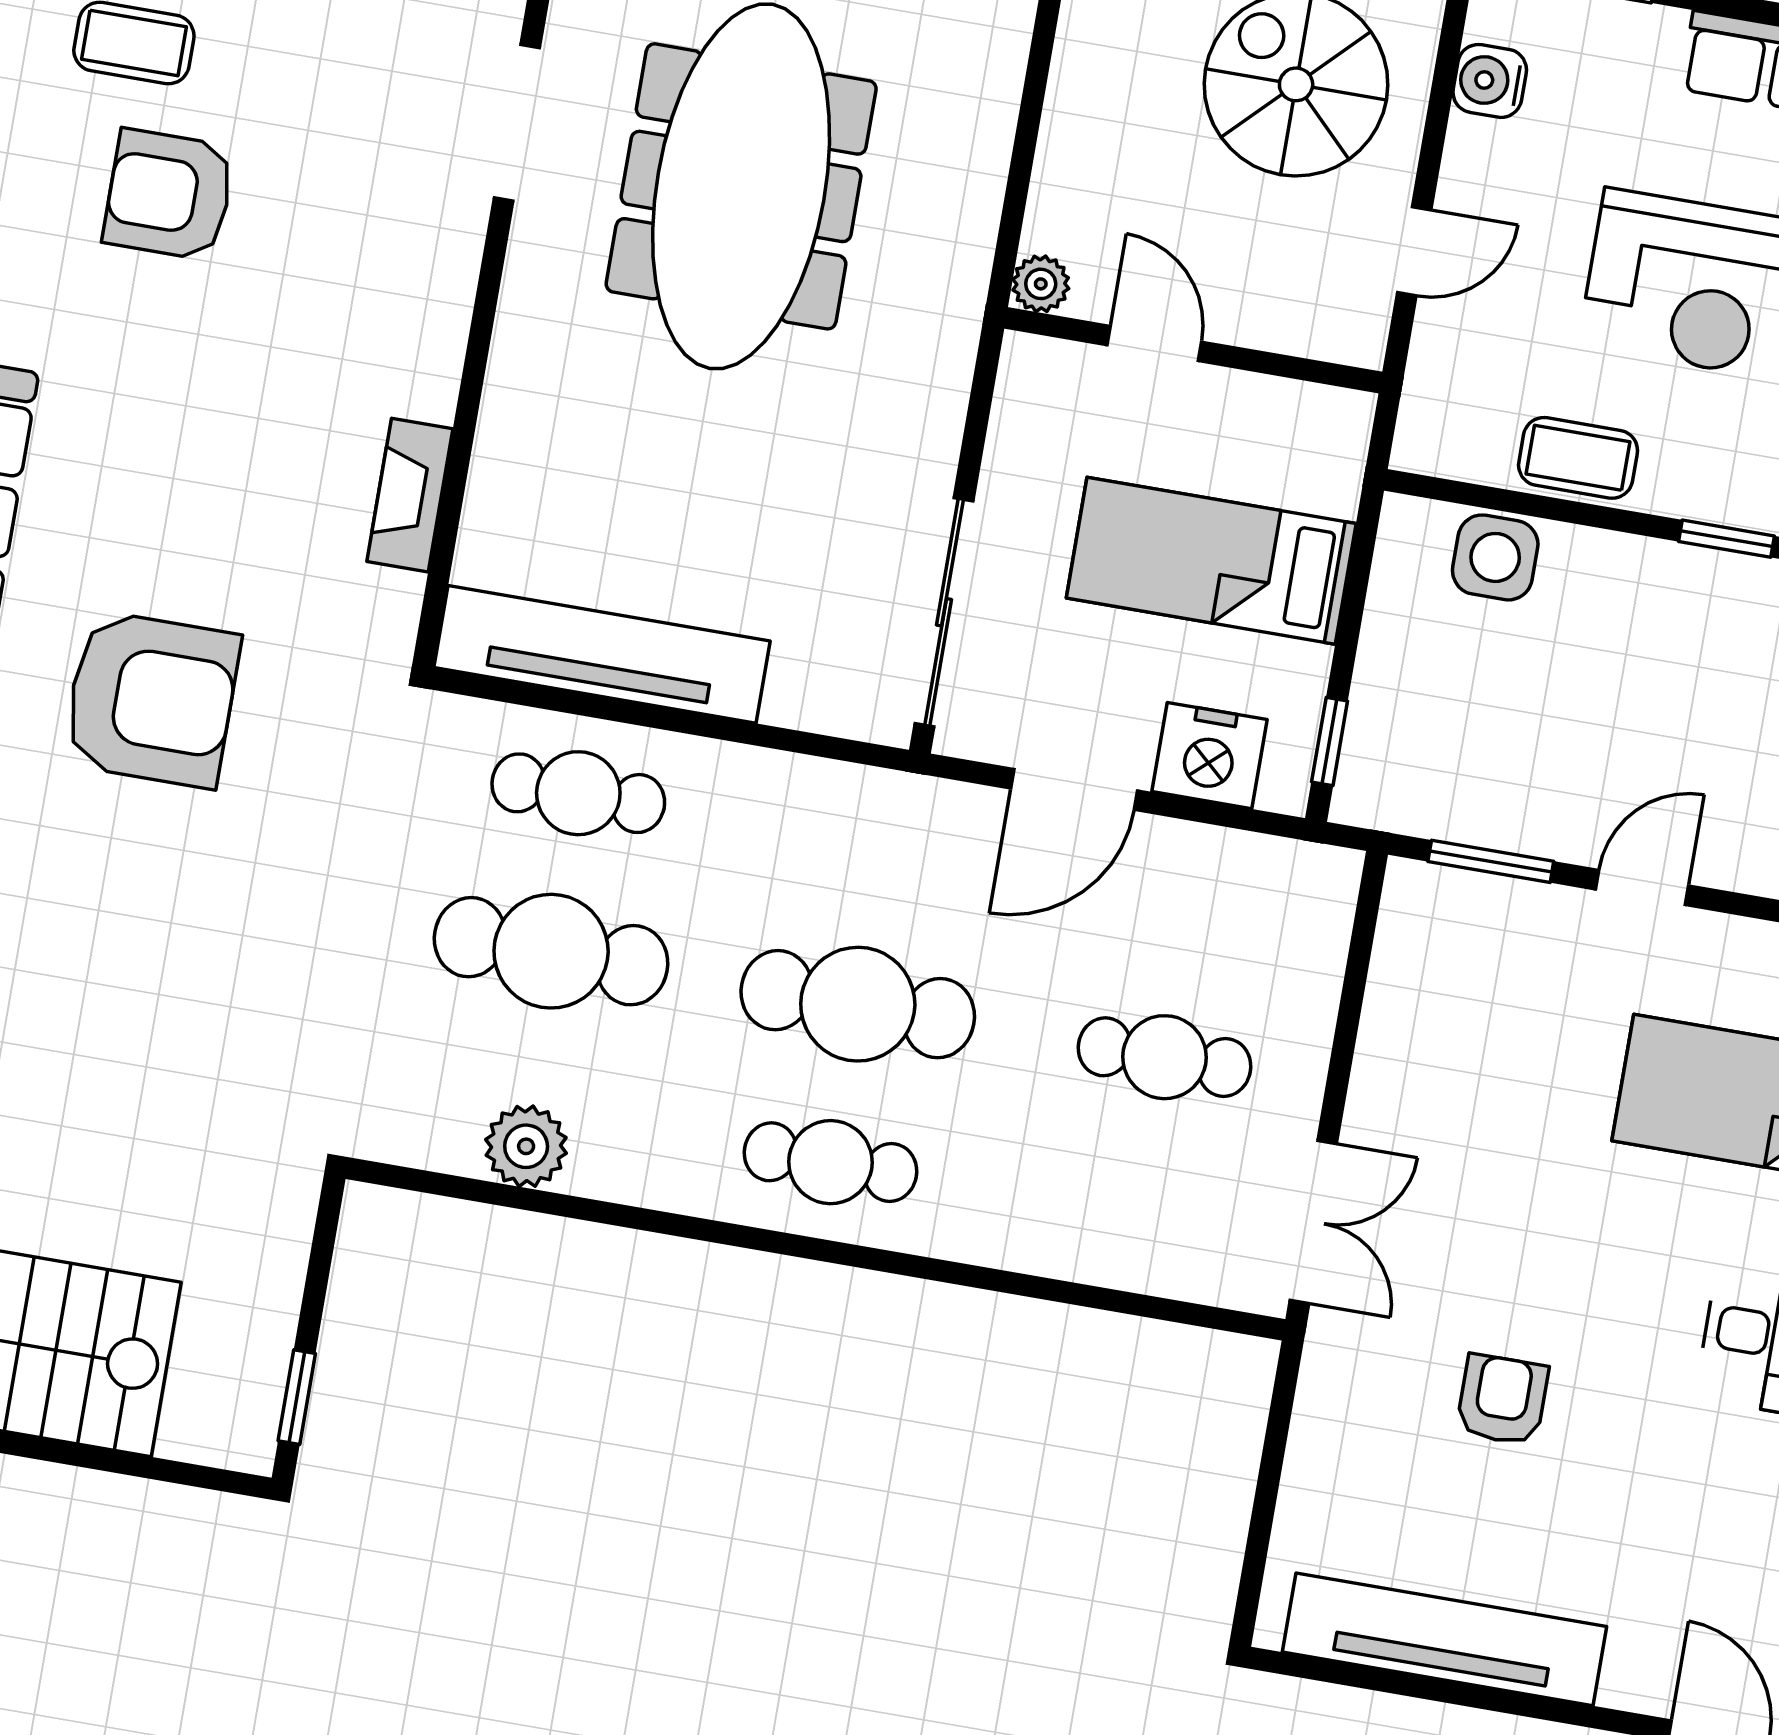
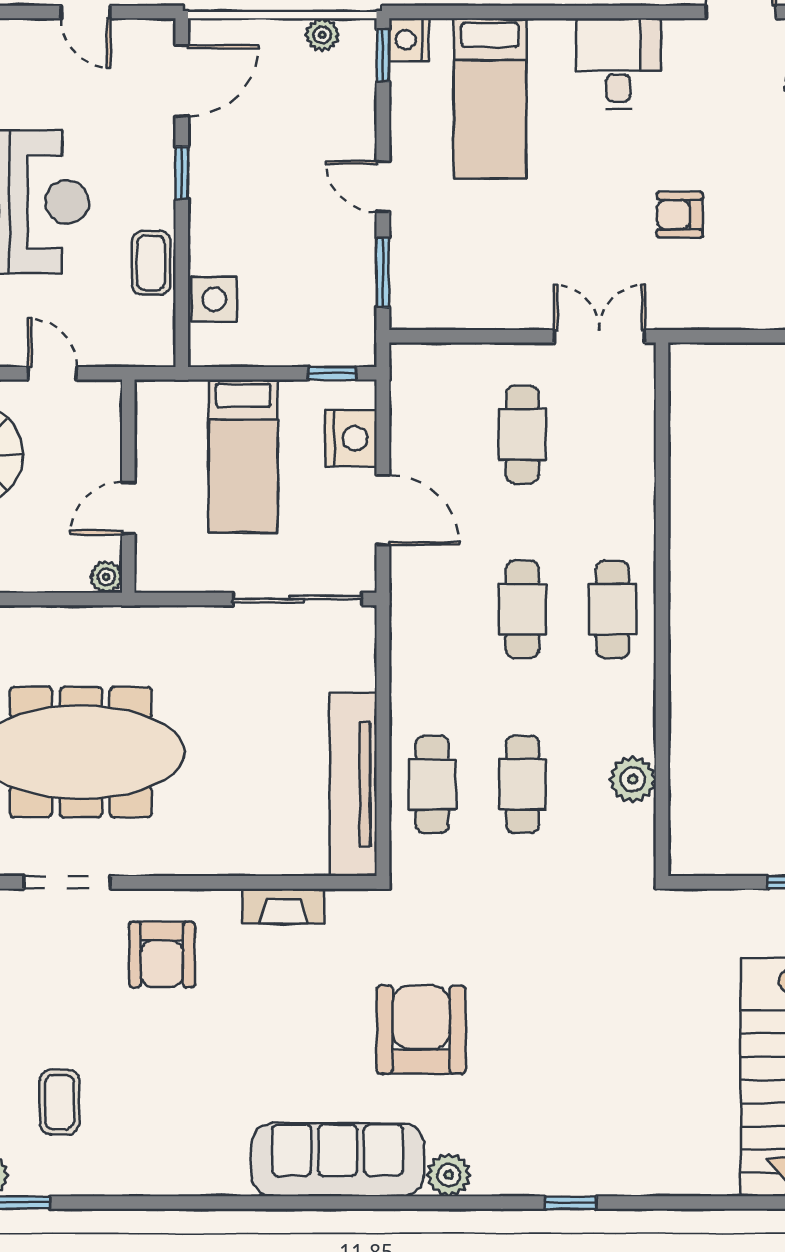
armchair: (169, 195) -> (162, 955), moved
cafe table: (551, 951) -> (522, 784), width x0.73, depth x0.74
cafe table: (858, 1004) -> (522, 609), width x0.73, depth x0.74

